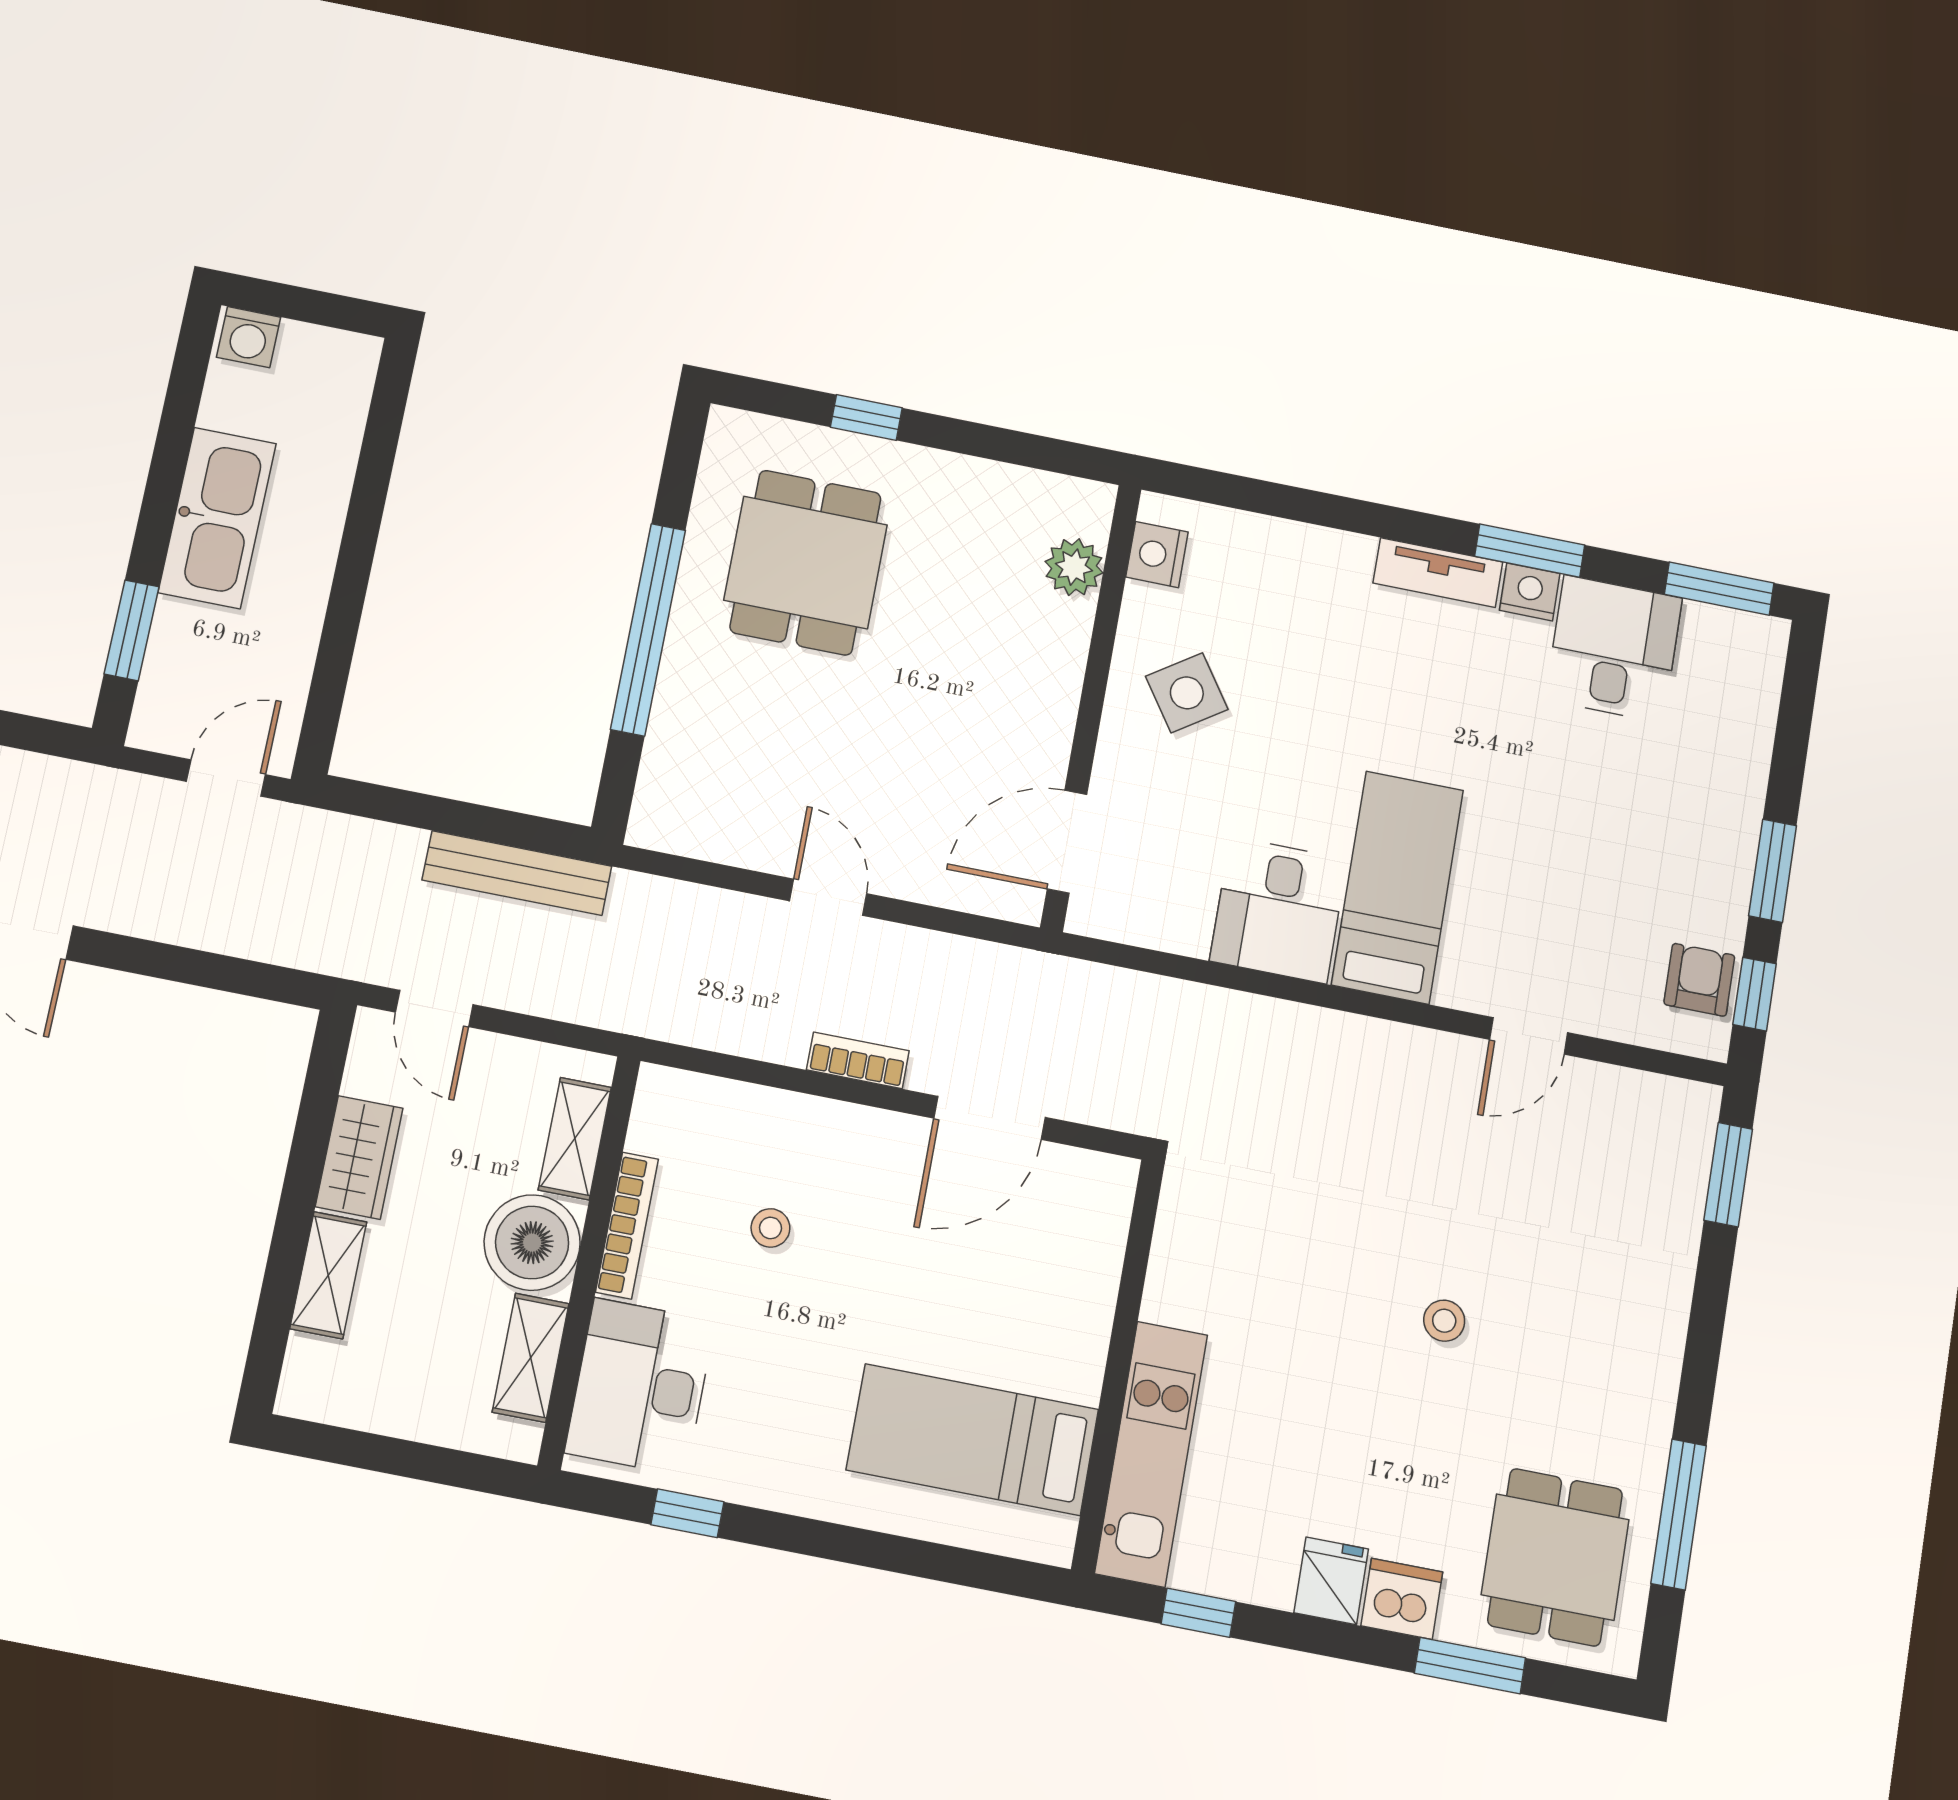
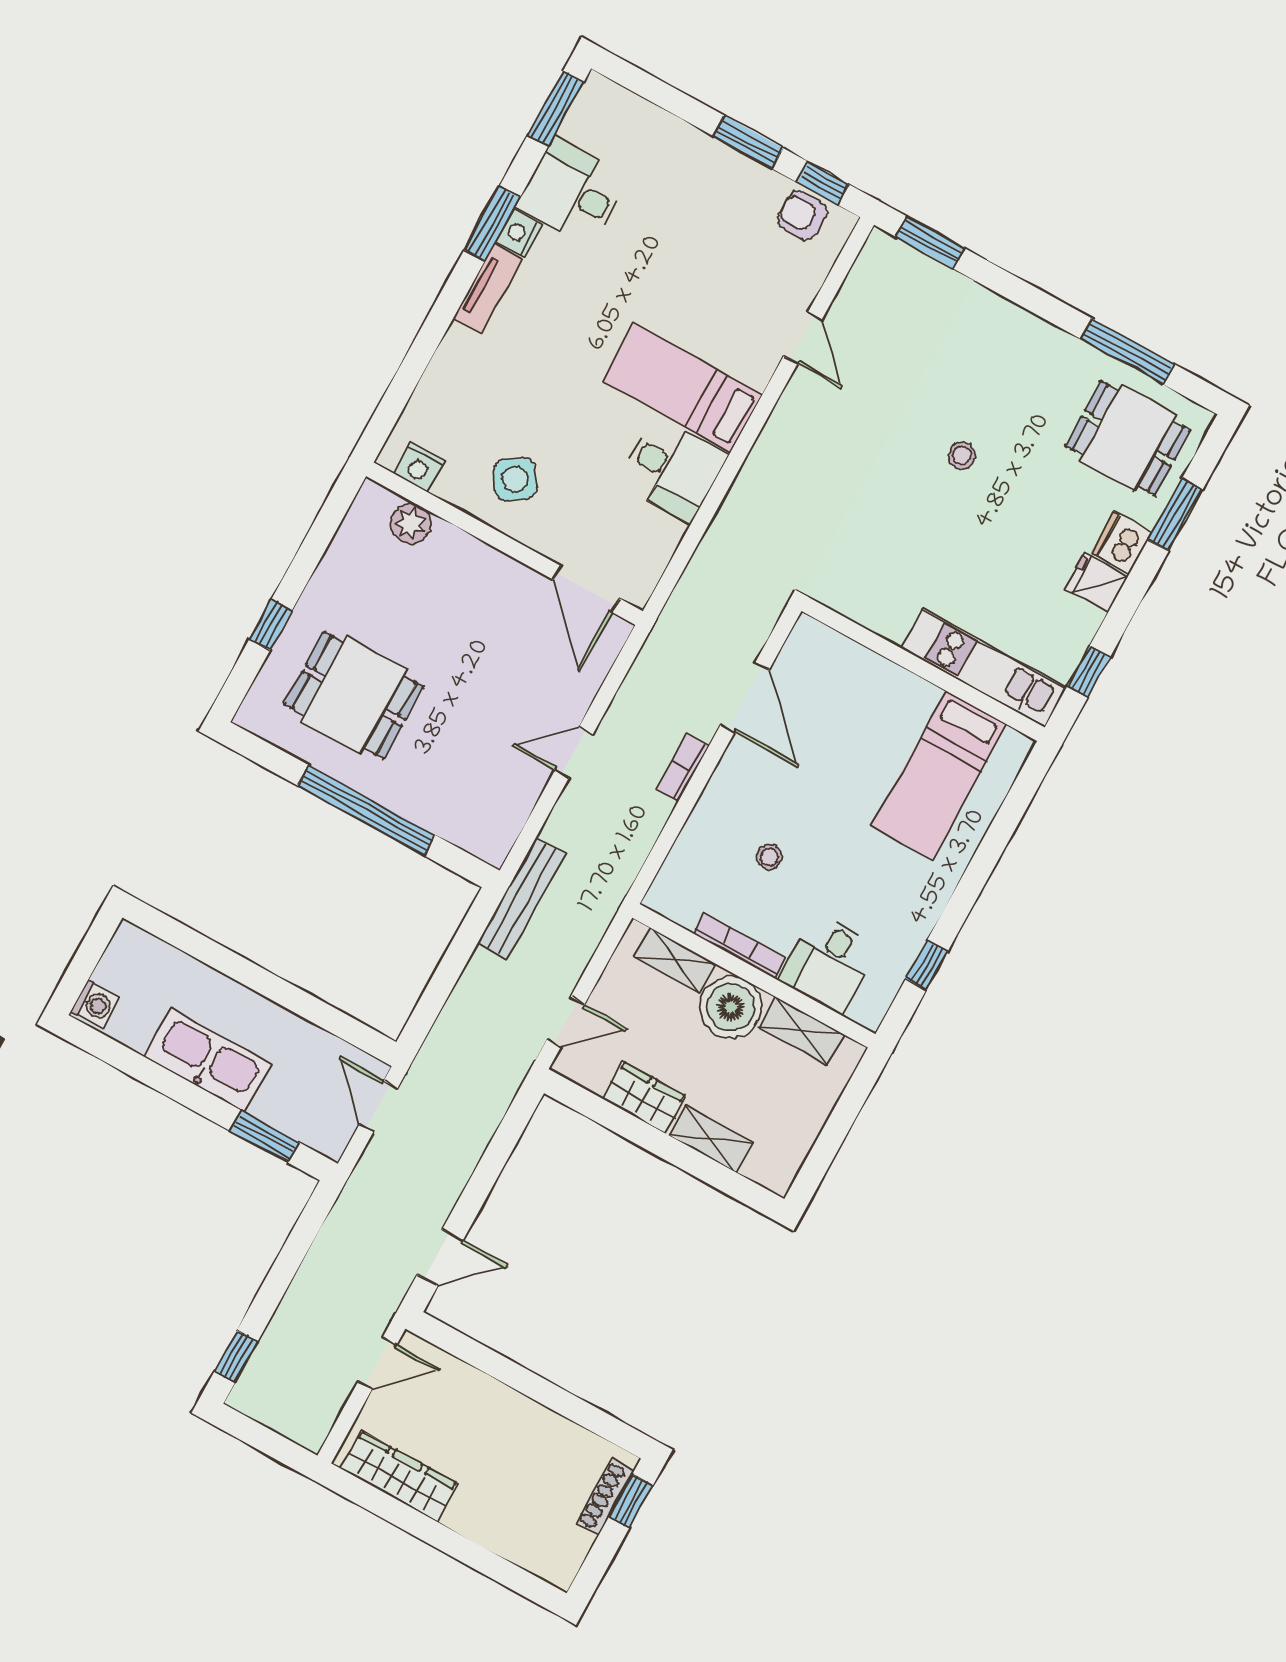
bench: (517, 873) -> (522, 898), moved
desk: (640, 1387) -> (828, 963), width x0.73

